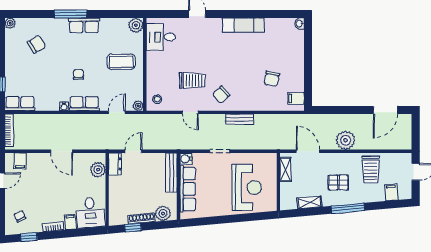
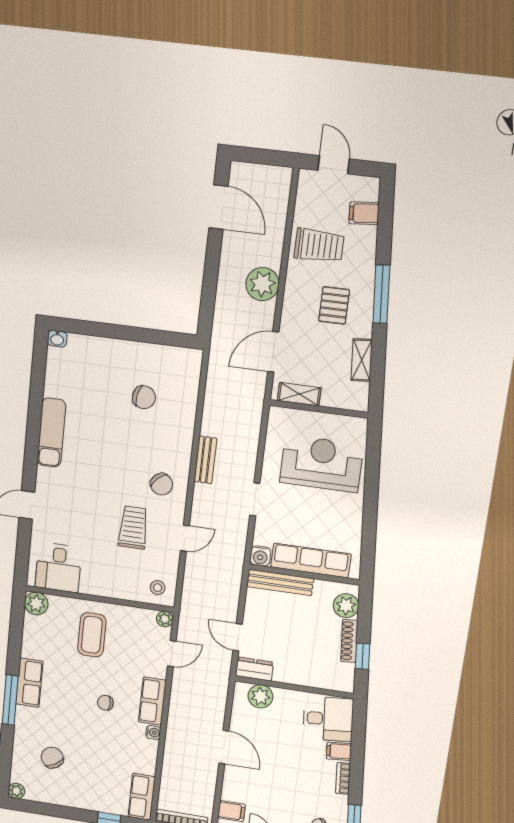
filing cabinet: (296, 98) -> (181, 361), removed
door: (117, 112) -> (172, 654), swing flipped
door: (62, 151) -> (224, 747), hinge flipped

